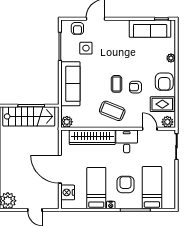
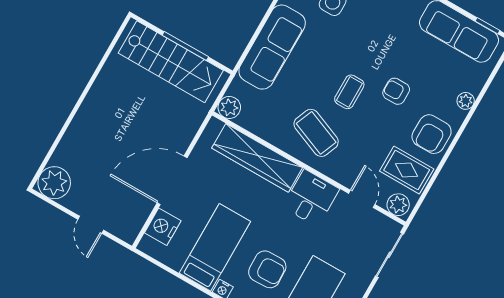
armchair: (135, 87) -> (396, 91), moved
door: (60, 169) -> (172, 180), hinge flipped
armchair: (125, 185) -> (267, 269), turned 88

